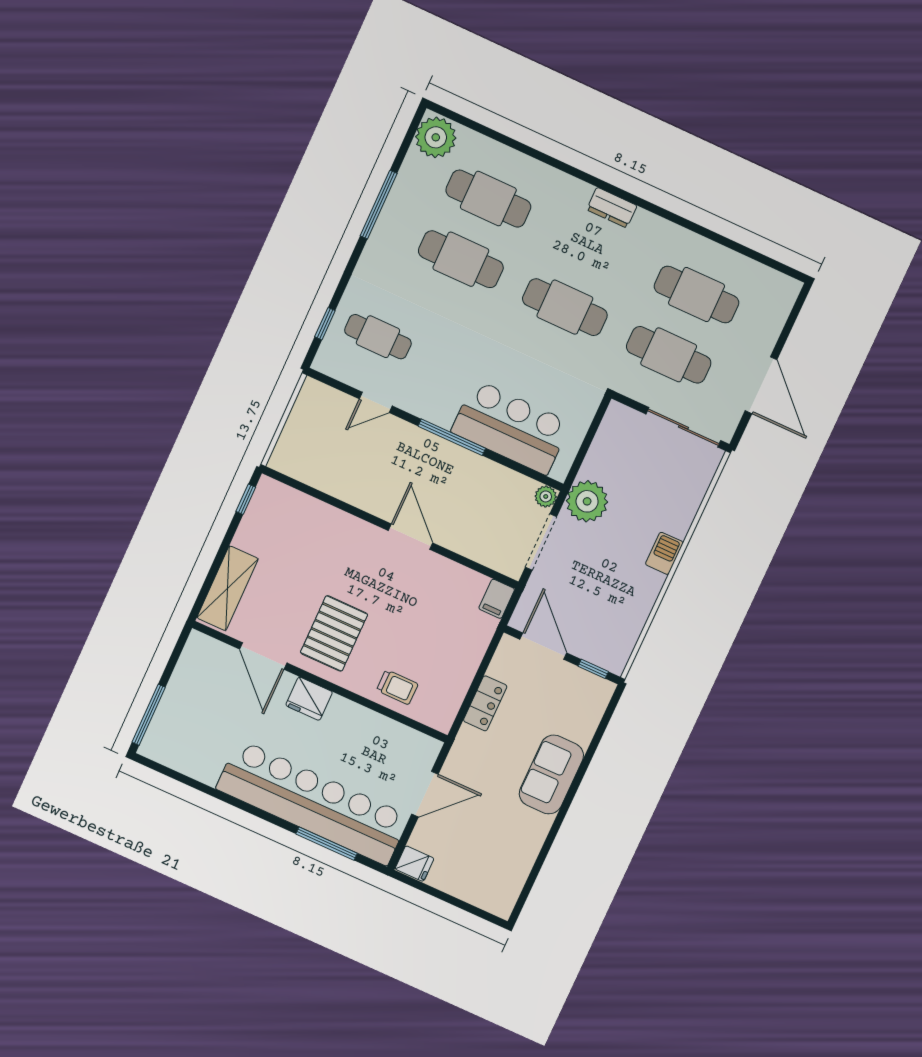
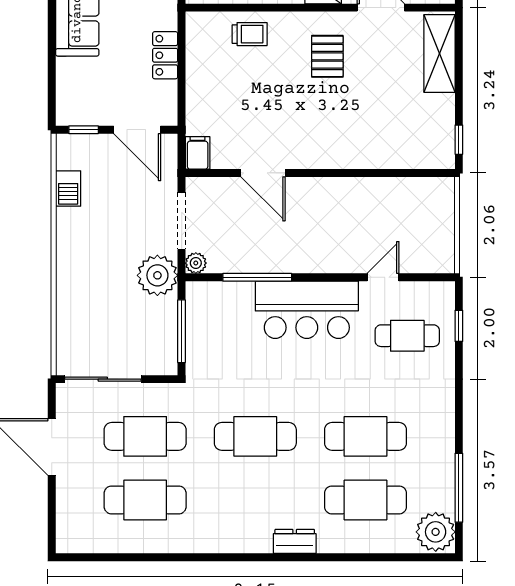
window: (379, 205) -> (459, 488), moved
dresser: (612, 208) -> (295, 541), moved
bar counter: (511, 427) -> (307, 310), moved
window: (452, 437) -> (257, 277), moved
window: (589, 438) -> (182, 331), added
door: (410, 537) -> (263, 173), moved
barbecue: (664, 553) -> (68, 189), moved
pallet: (334, 633) -> (327, 56), width x0.67, depth x0.71
trolley: (397, 687) -> (250, 34), turned 180

